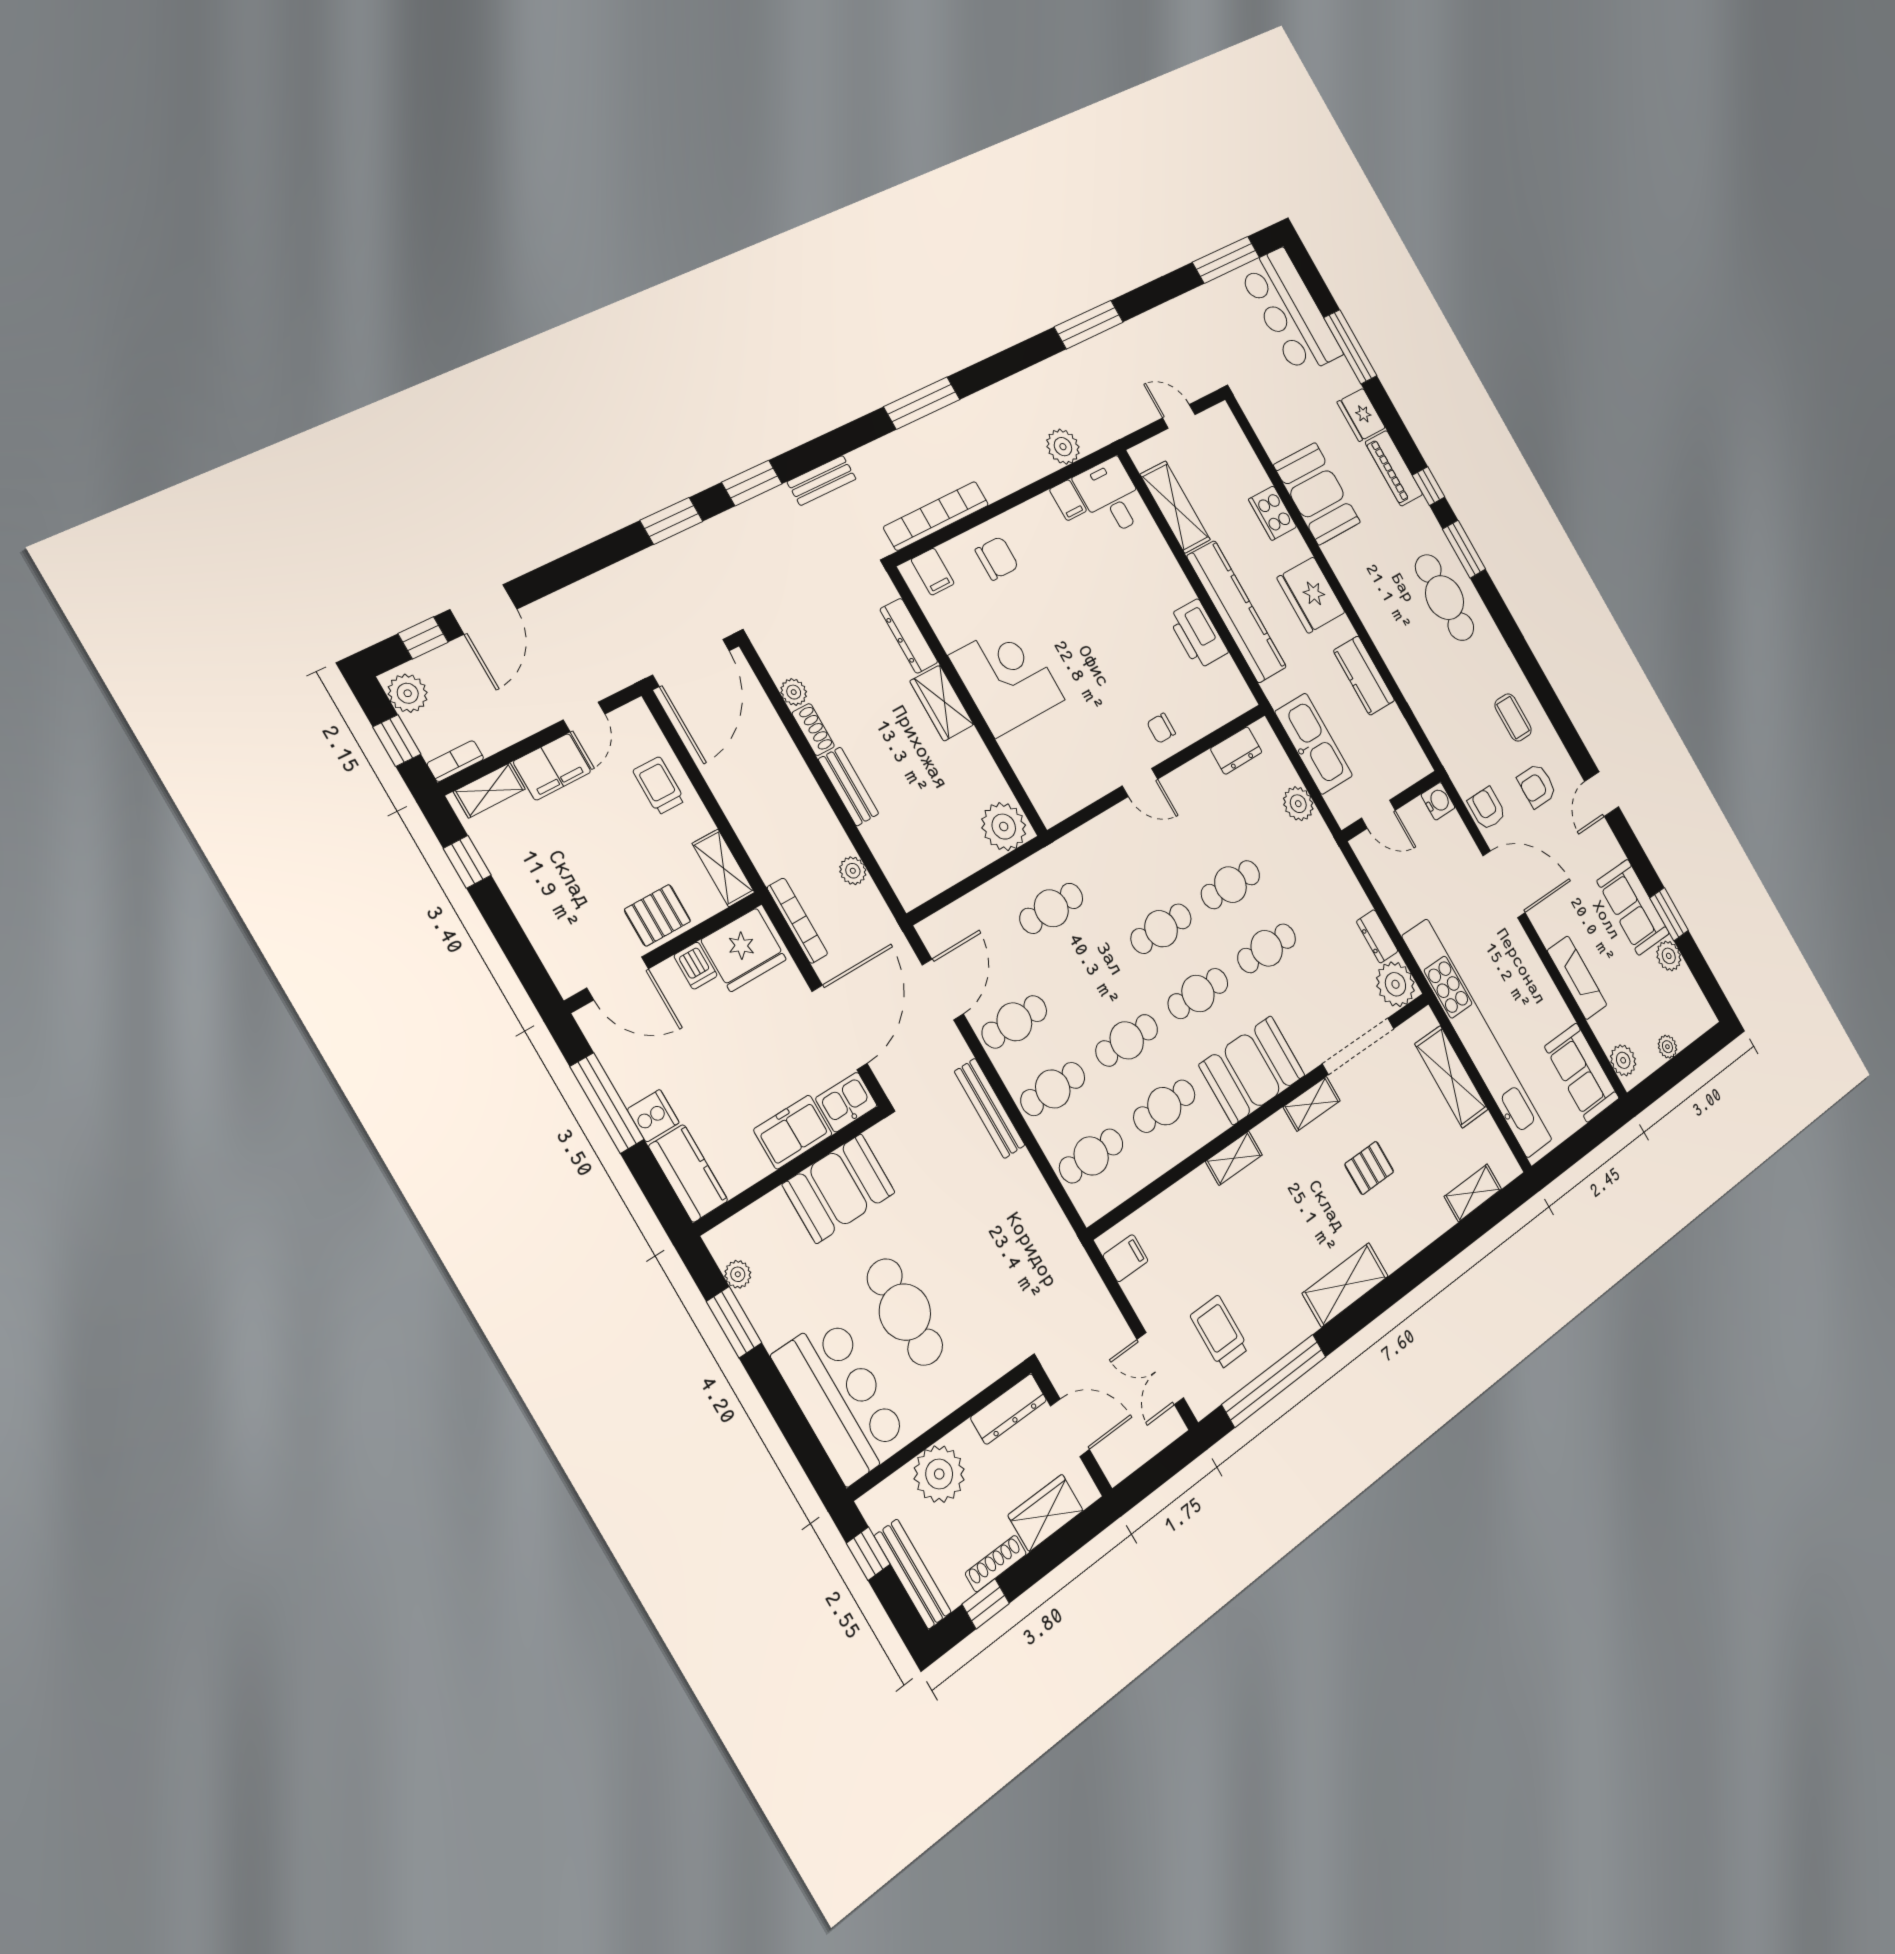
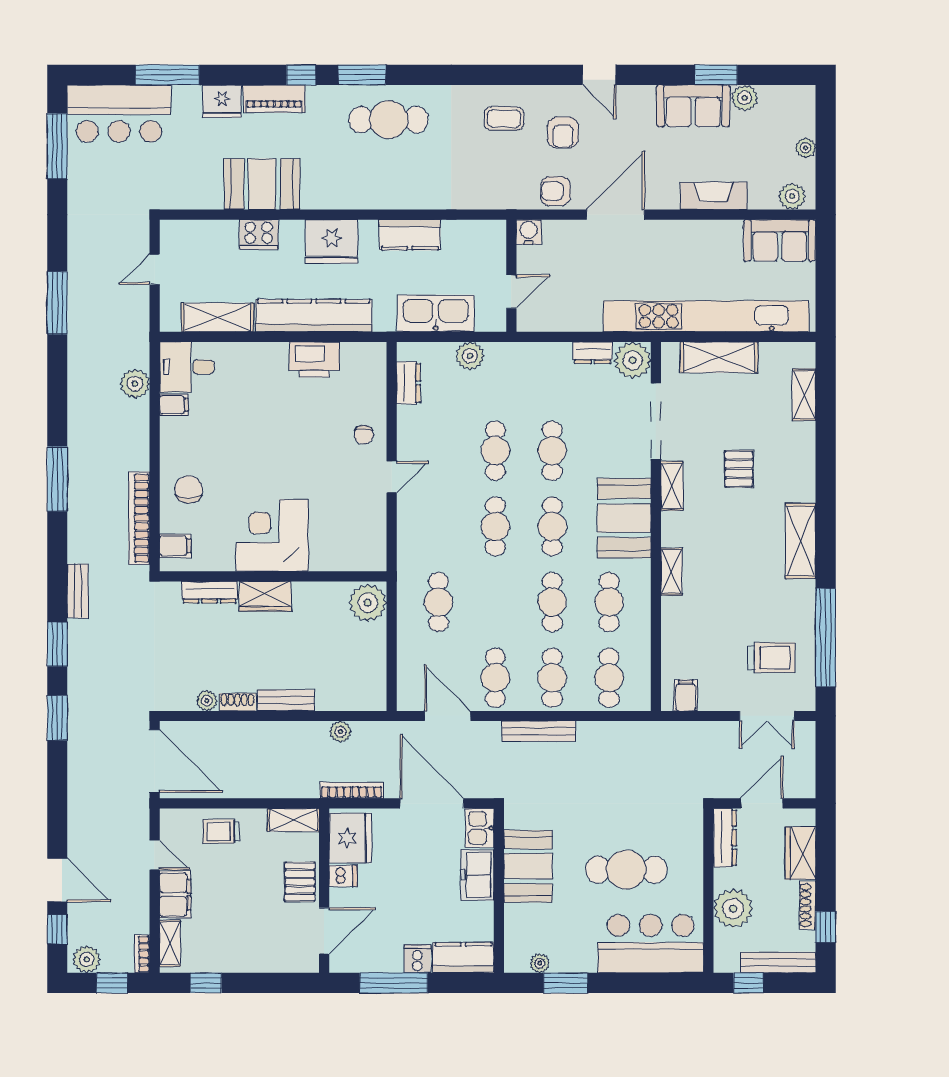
trolley: (1219, 1332) -> (772, 658), turned 180

